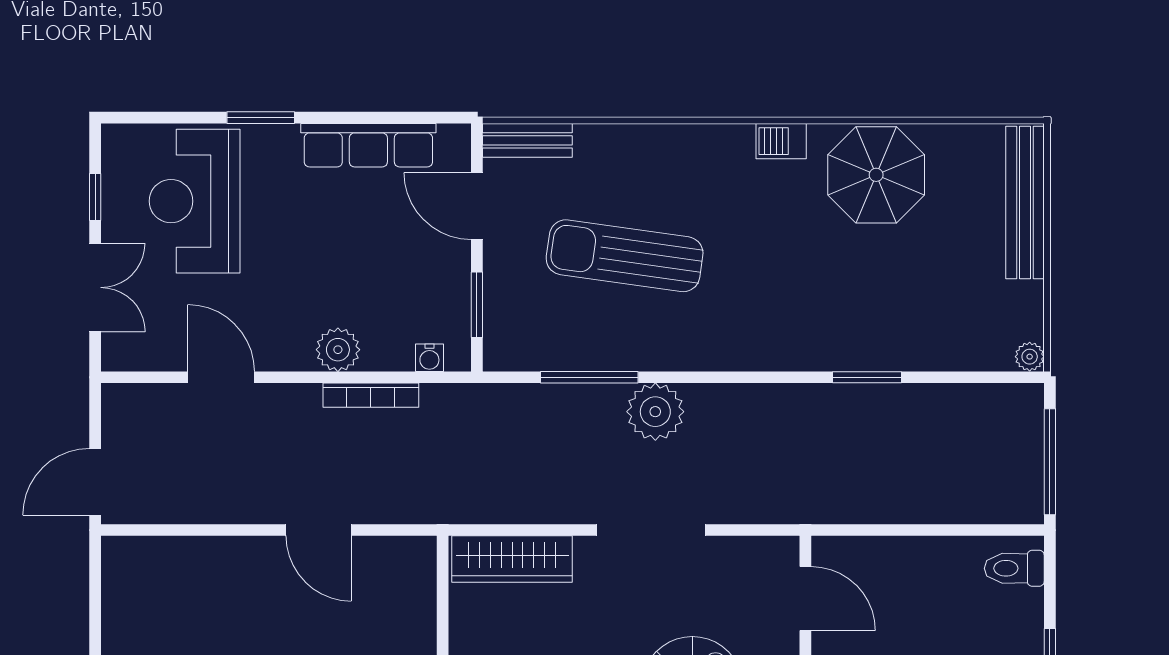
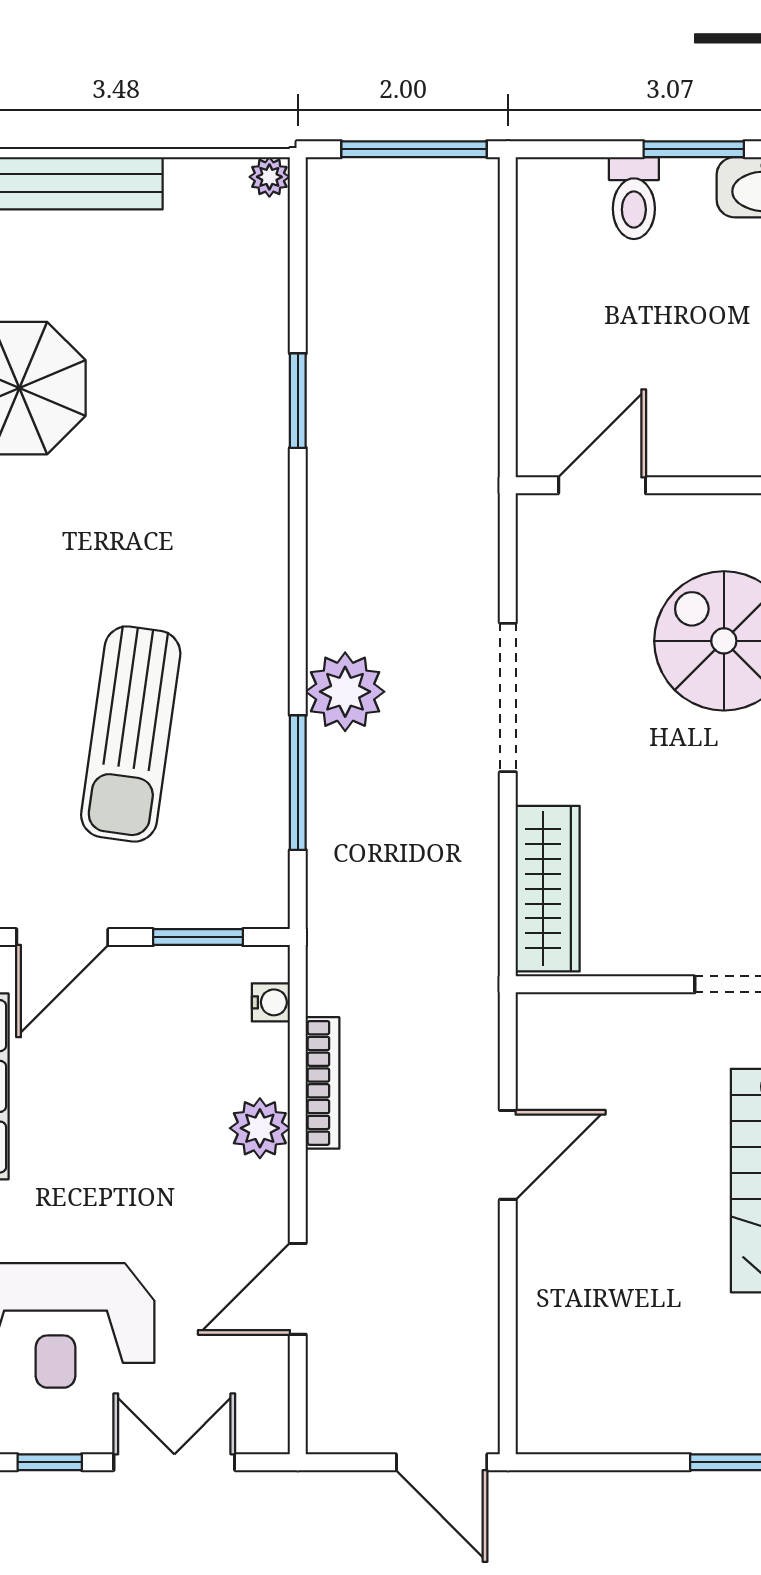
toilet: (1014, 568) -> (634, 198), moved

